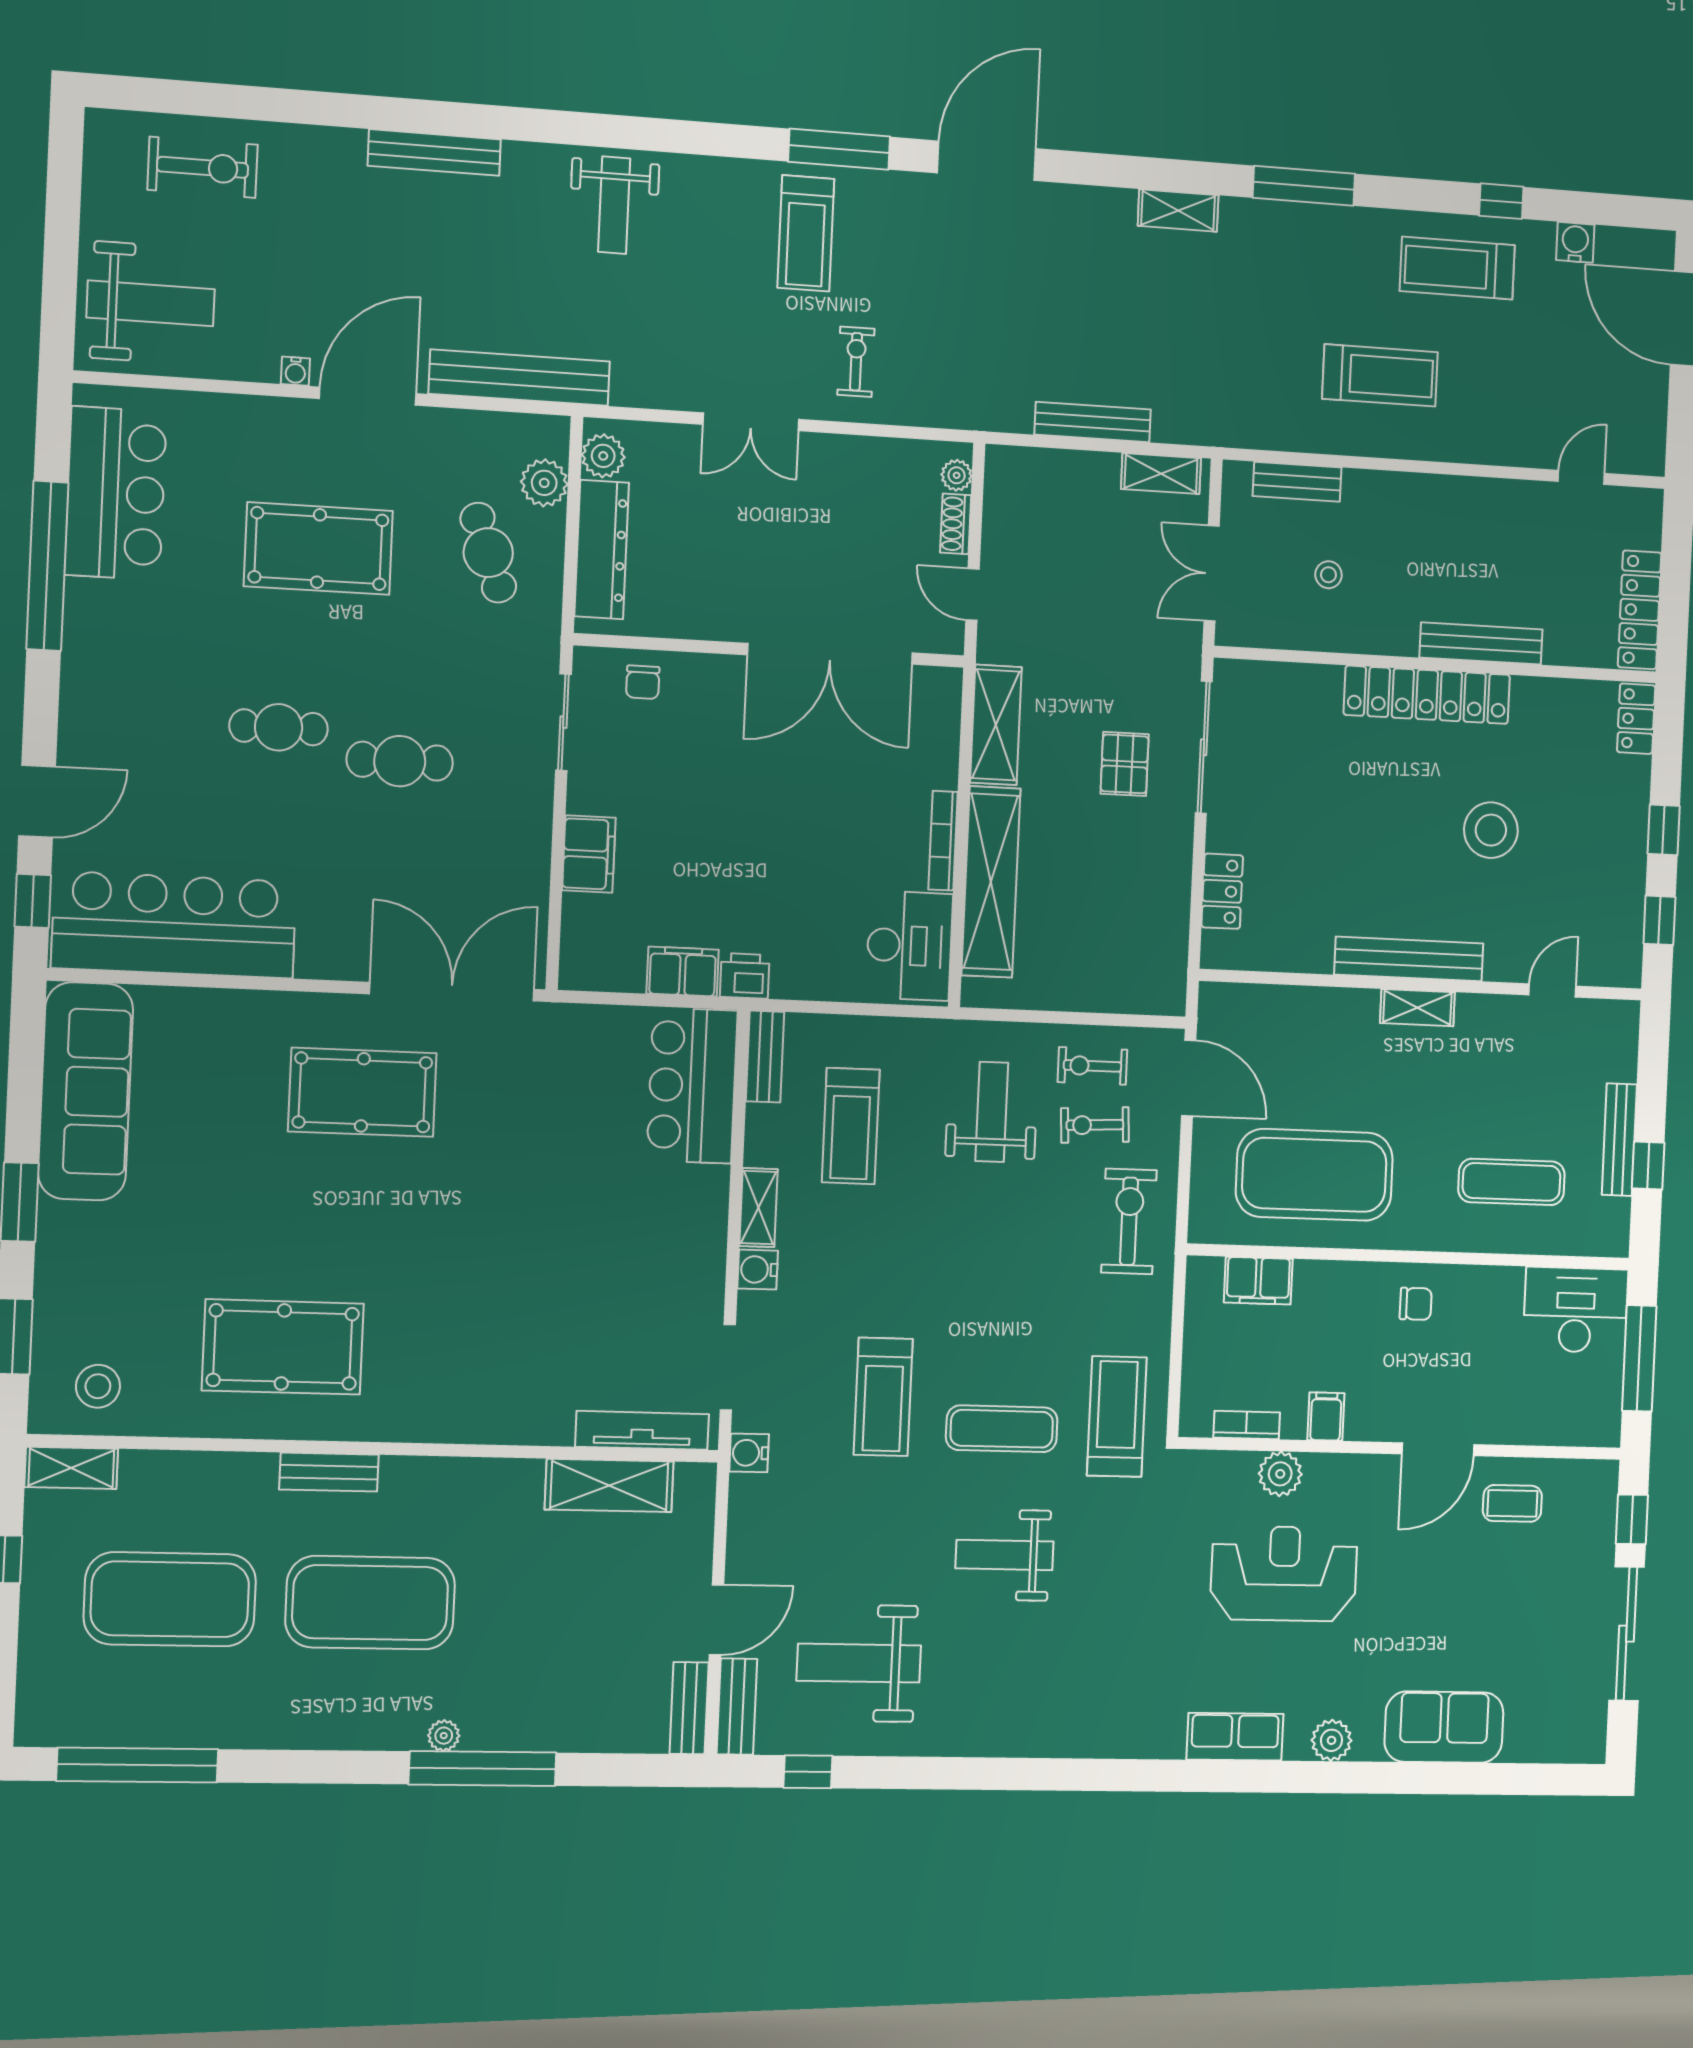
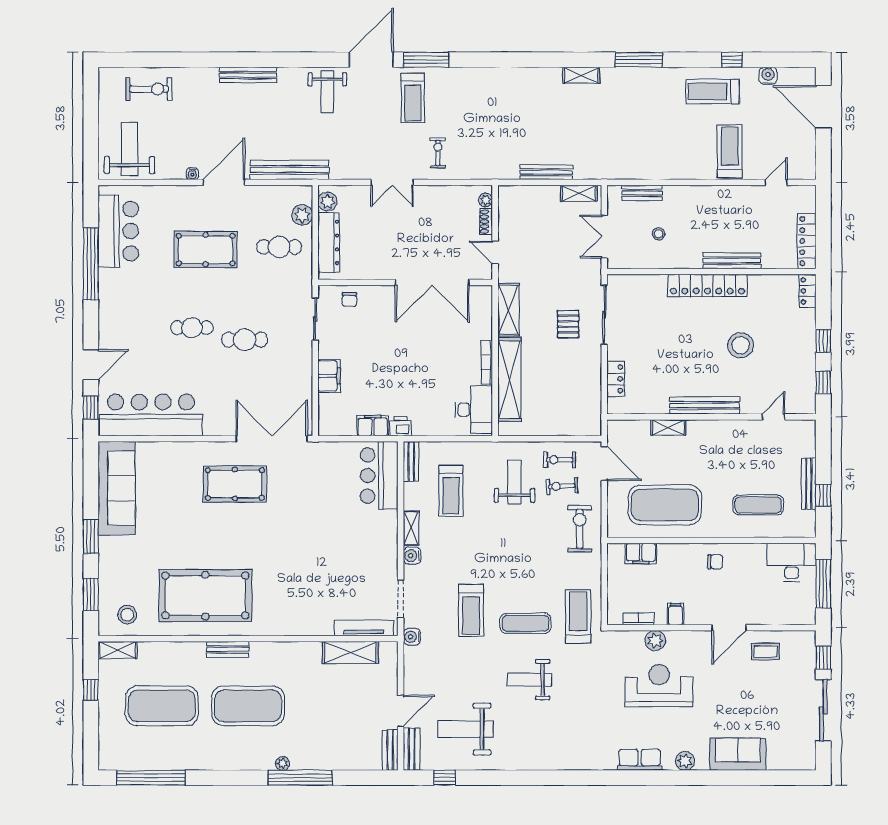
door: (987, 161) -> (371, 60), moved
weight bench: (151, 303) -> (129, 149), turned -90
treadmill: (1380, 375) -> (730, 151), moved, turned -90
cafe table: (488, 553) -> (279, 247), turned -70
shelving: (1417, 1008) -> (668, 427), moved
pool table: (283, 1347) -> (205, 596), width x1.36, depth x1.32

